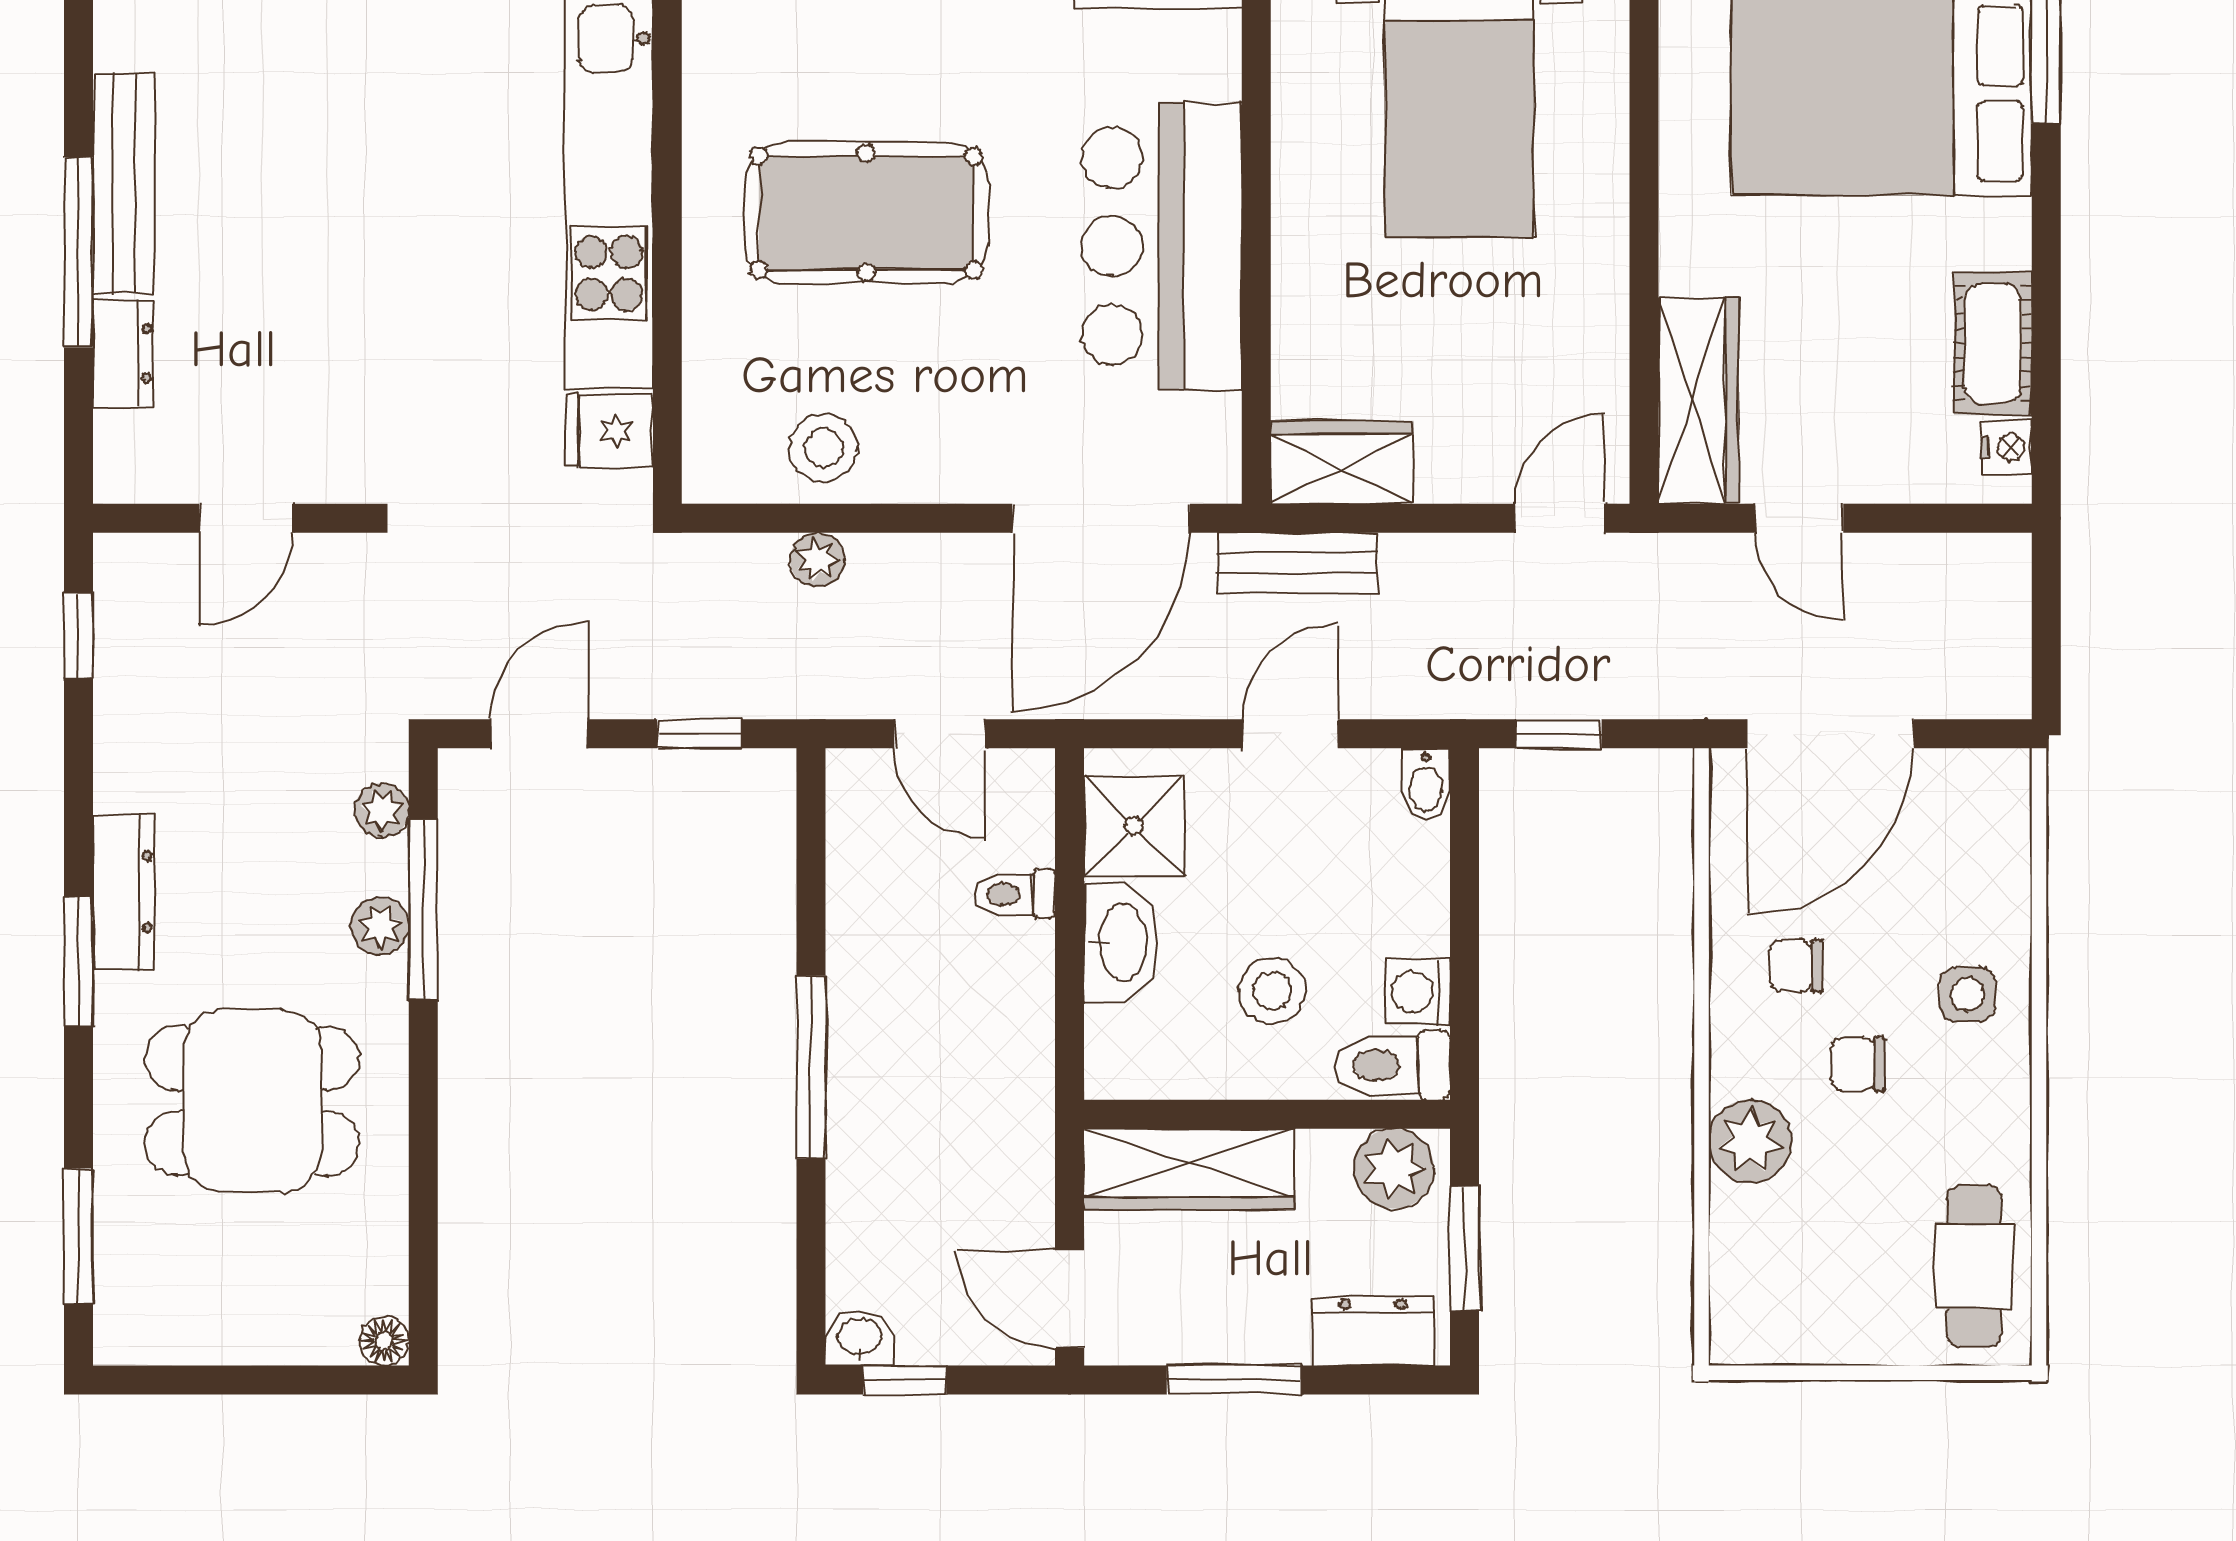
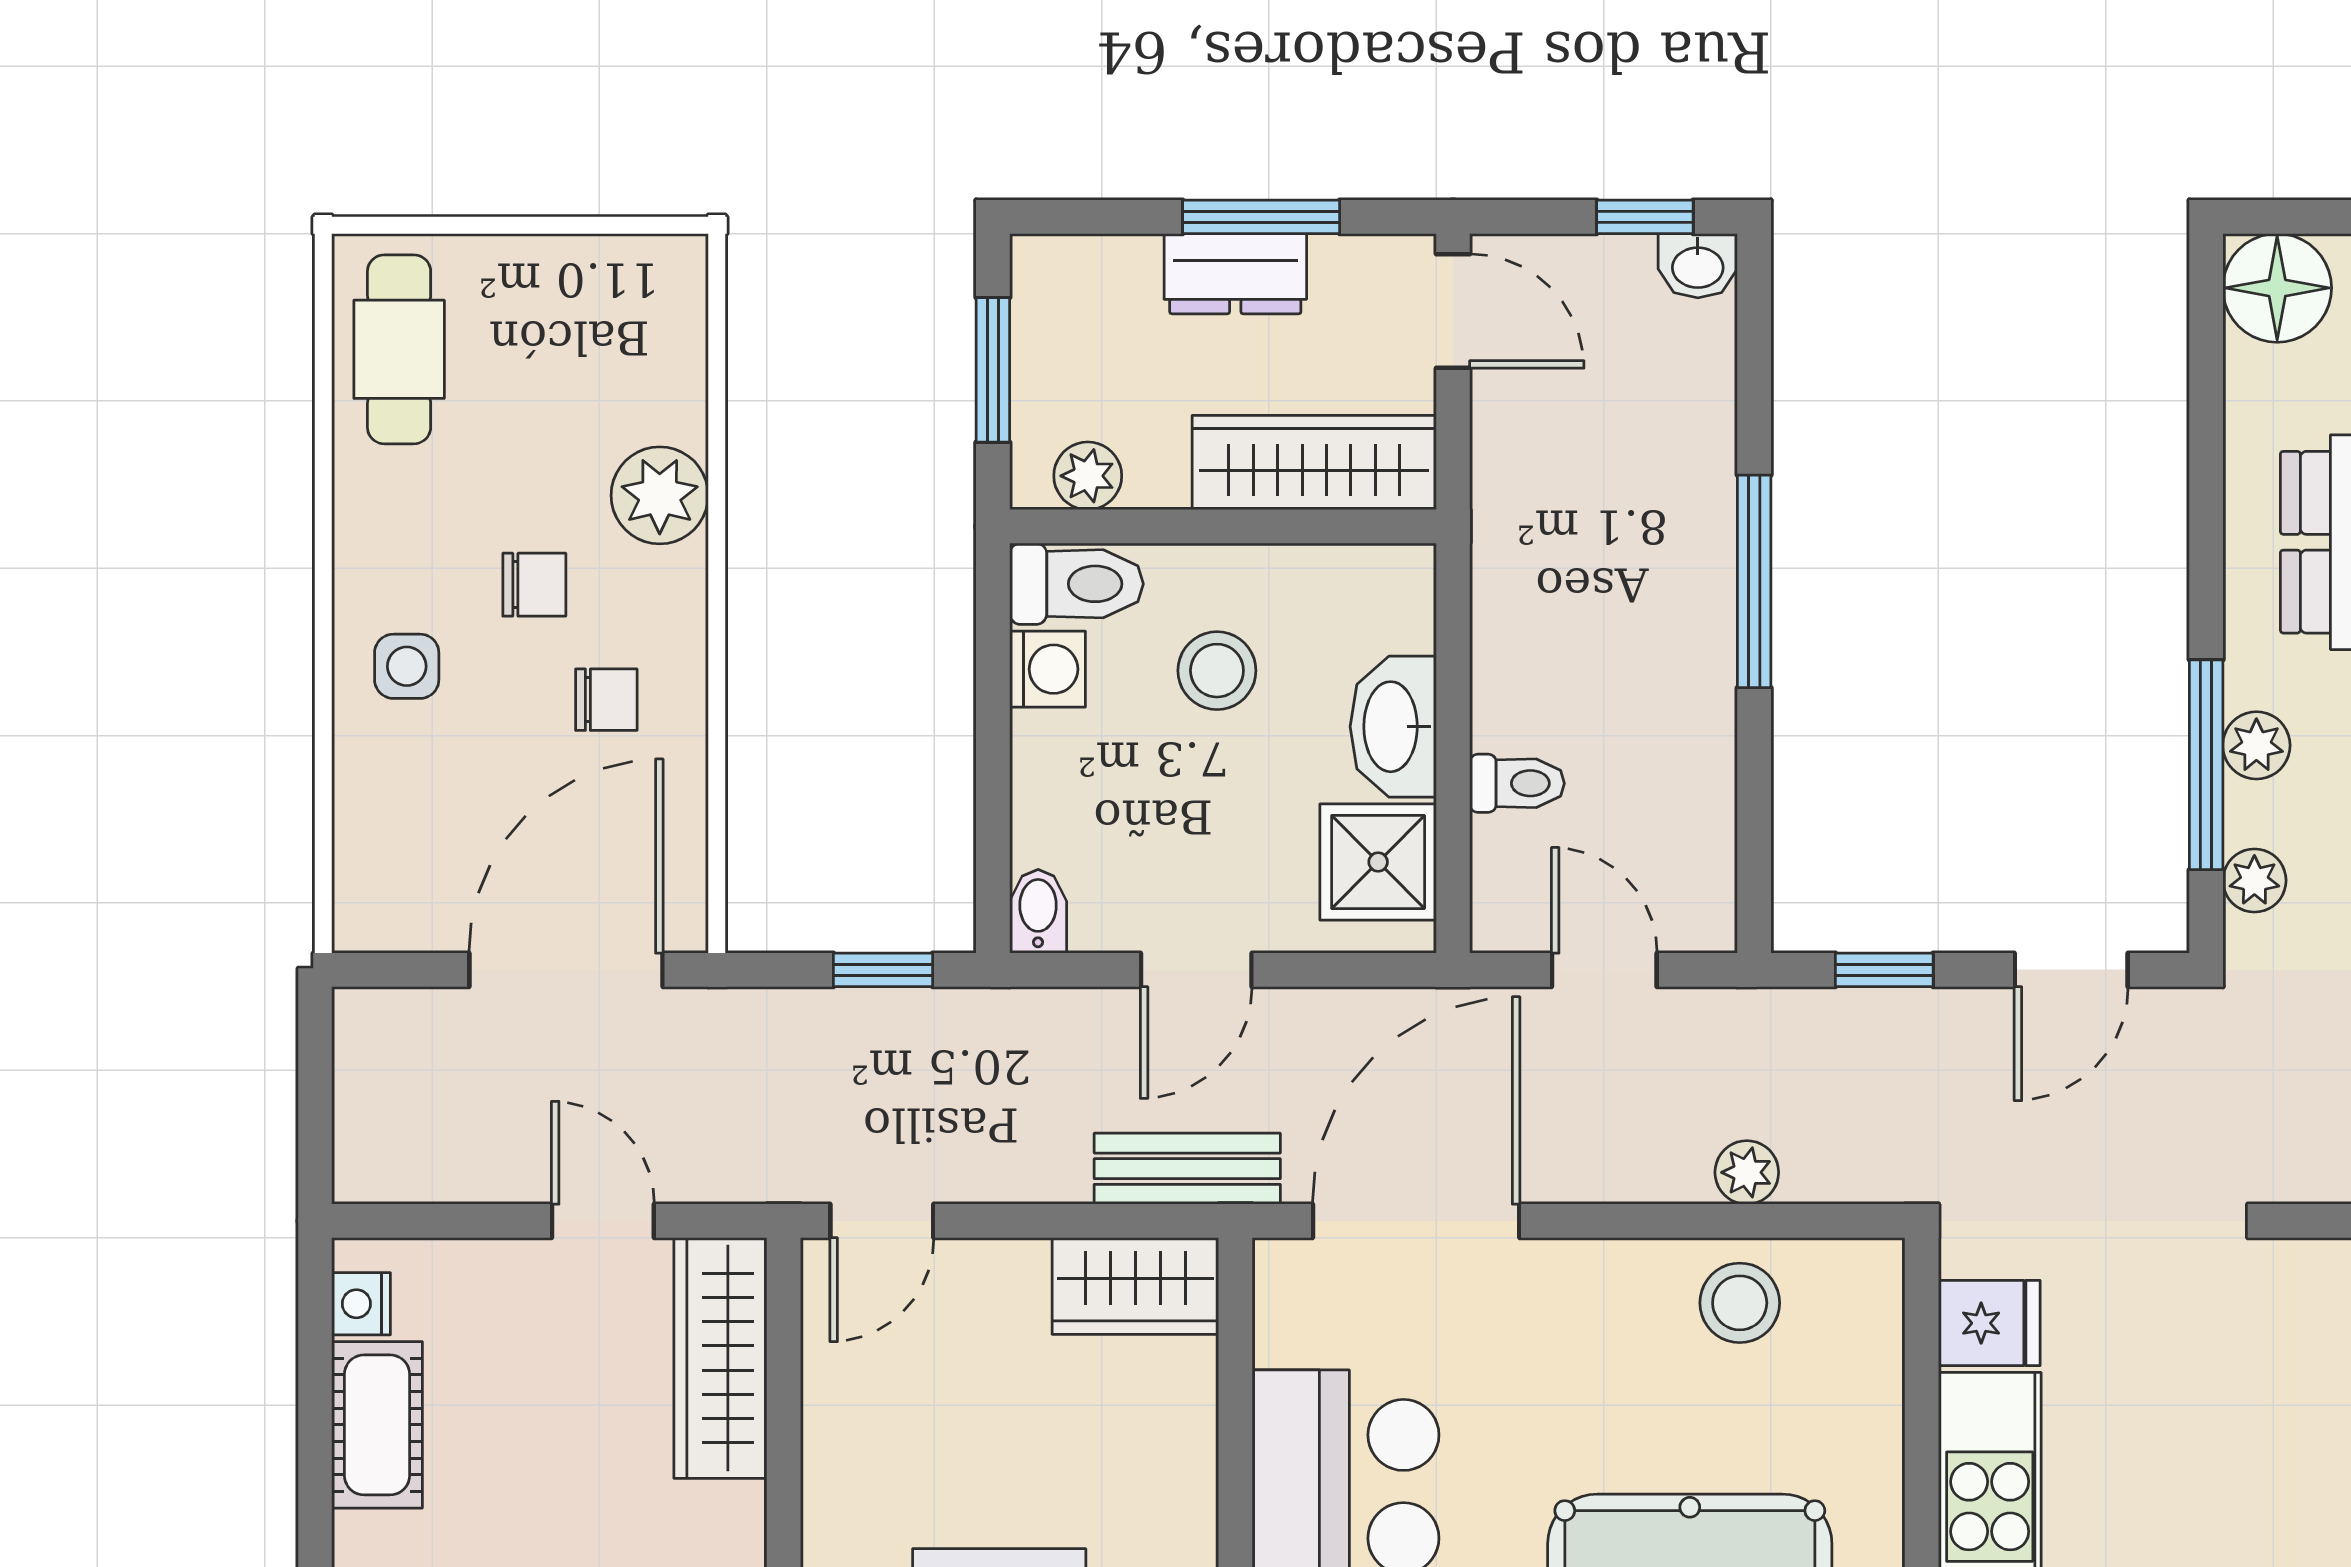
plant: (1394, 1169) -> (1088, 476), width x0.73, depth x0.73
dresser: (1373, 1331) -> (1235, 274), moved
floor lamp: (384, 1341) -> (2277, 288), width x1.89, depth x1.89

